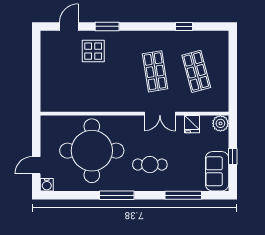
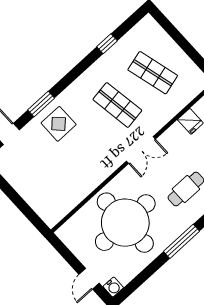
display table: (93, 51) -> (59, 124), moved
double door: (160, 114) -> (141, 150), moved

